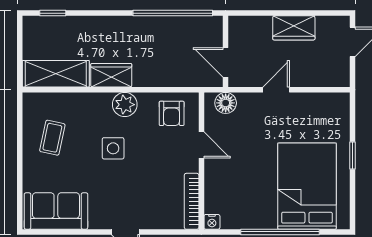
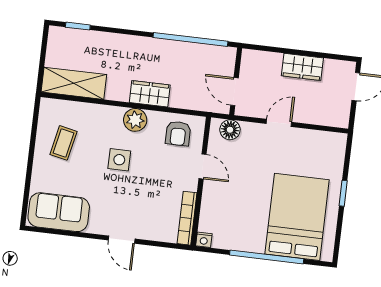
wardrobe: (111, 75) -> (150, 94), moved

